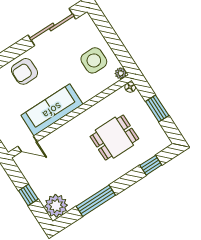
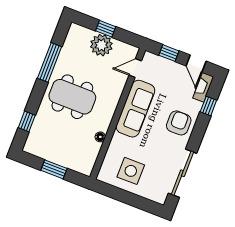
plant: (121, 73) -> (102, 176), removed
floor lamp: (130, 87) -> (100, 137), moved
dining table: (114, 138) -> (72, 97), moved, width x1.38
plant: (56, 206) -> (101, 45), moved

